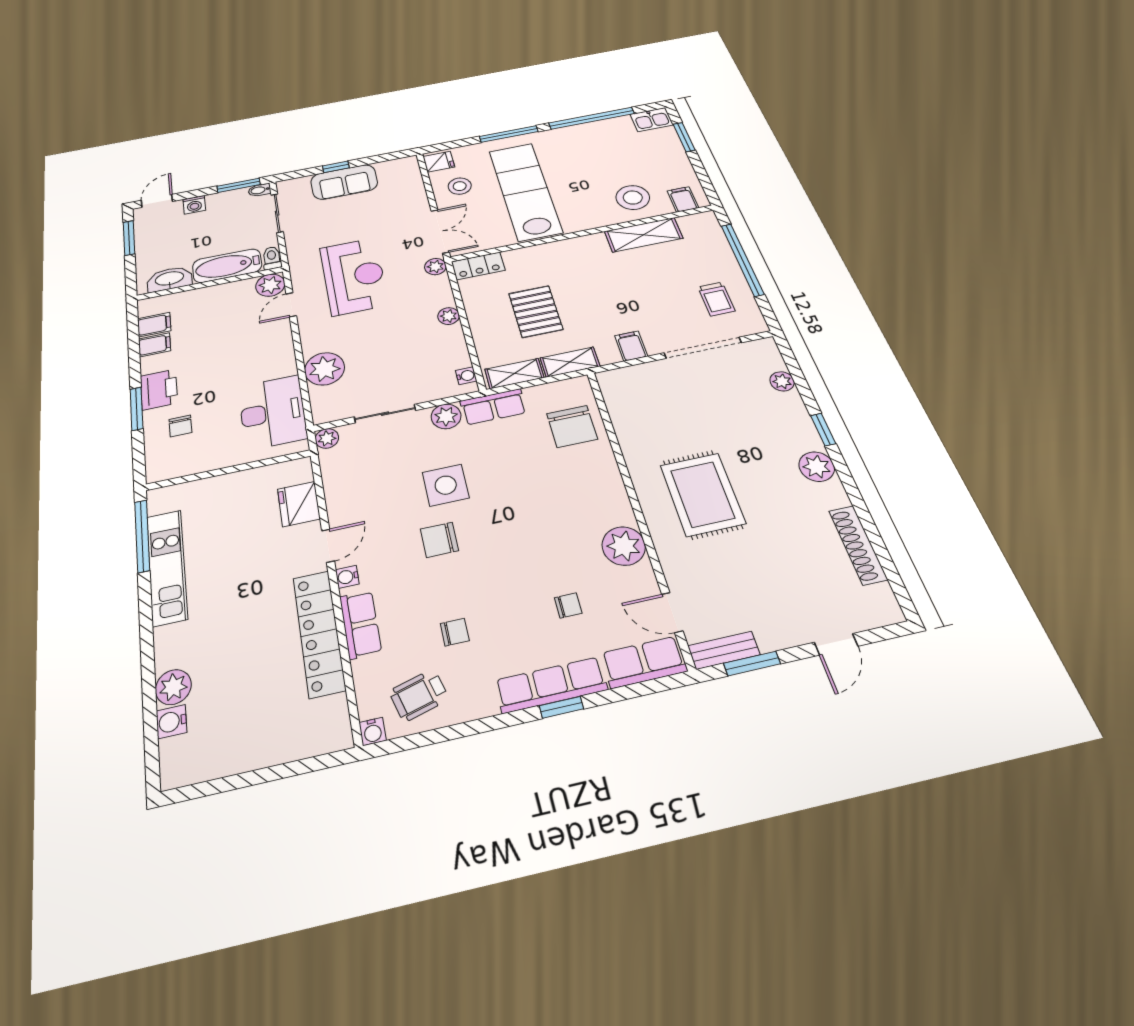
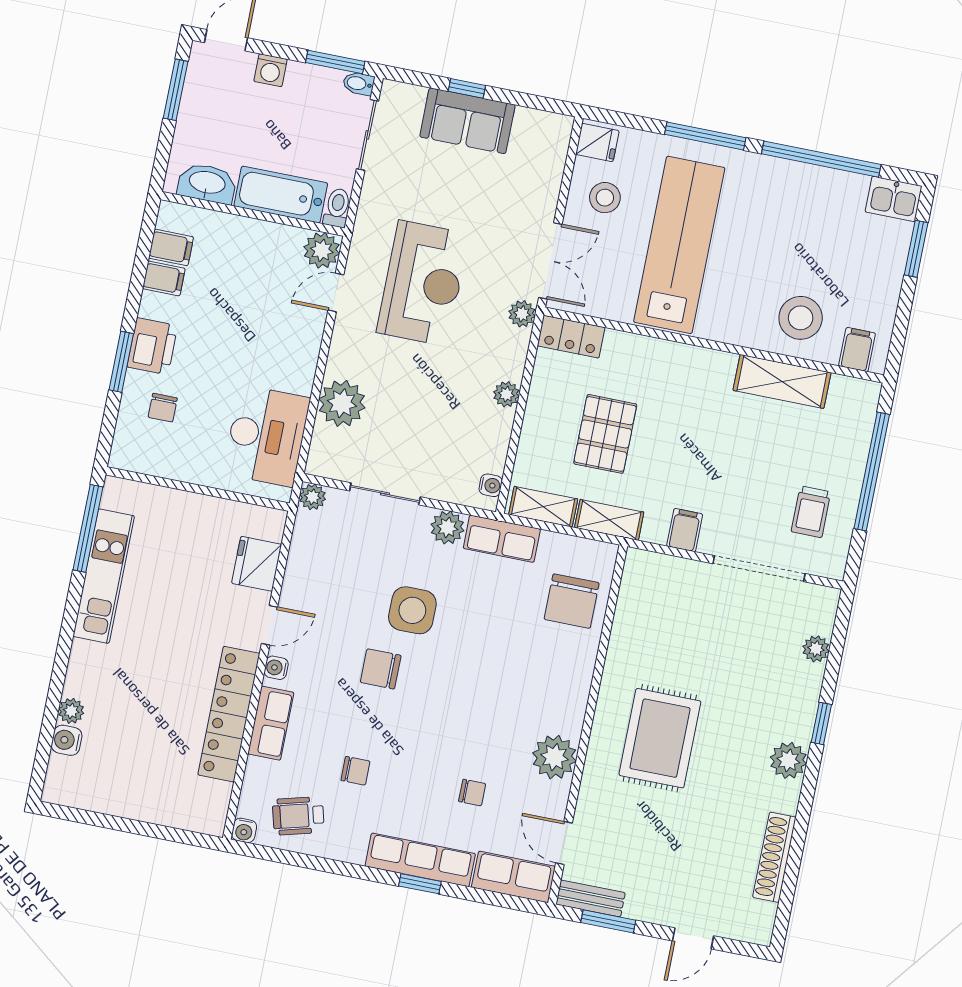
plant: (173, 687) -> (71, 711), width x0.73, depth x0.73

